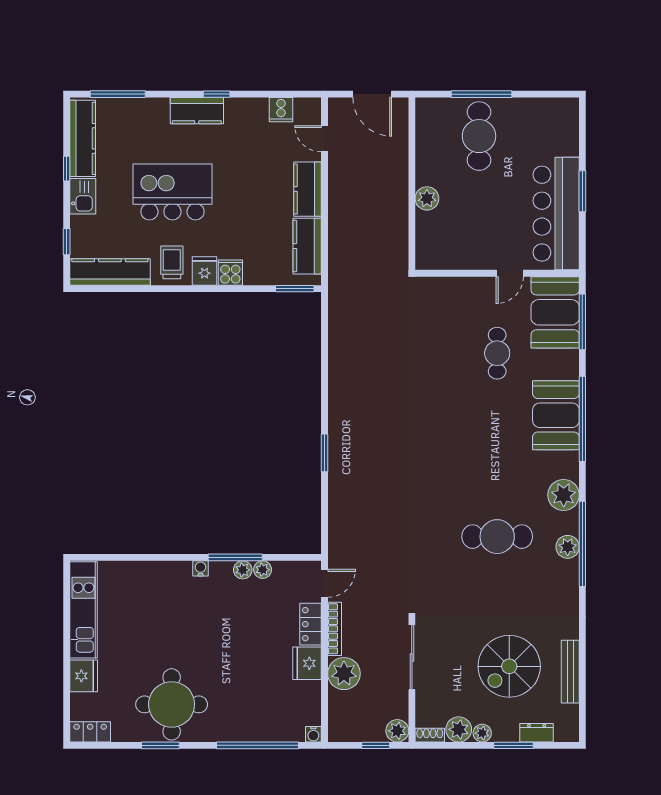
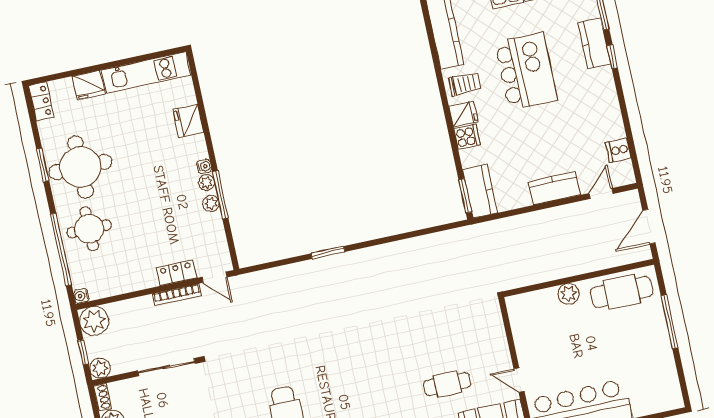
window: (217, 94) -> (612, 57), moved
kitchen counter: (197, 111) -> (594, 43), moved
cafe table: (479, 136) -> (622, 292), moved
kitchen counter: (307, 246) -> (480, 191), moved, turned 90
plant: (263, 570) -> (207, 183), moved
fridge: (307, 663) -> (188, 121), moved, turned -90
plant: (344, 674) -> (94, 321), moved
round table: (242, 710) -> (89, 229), added

